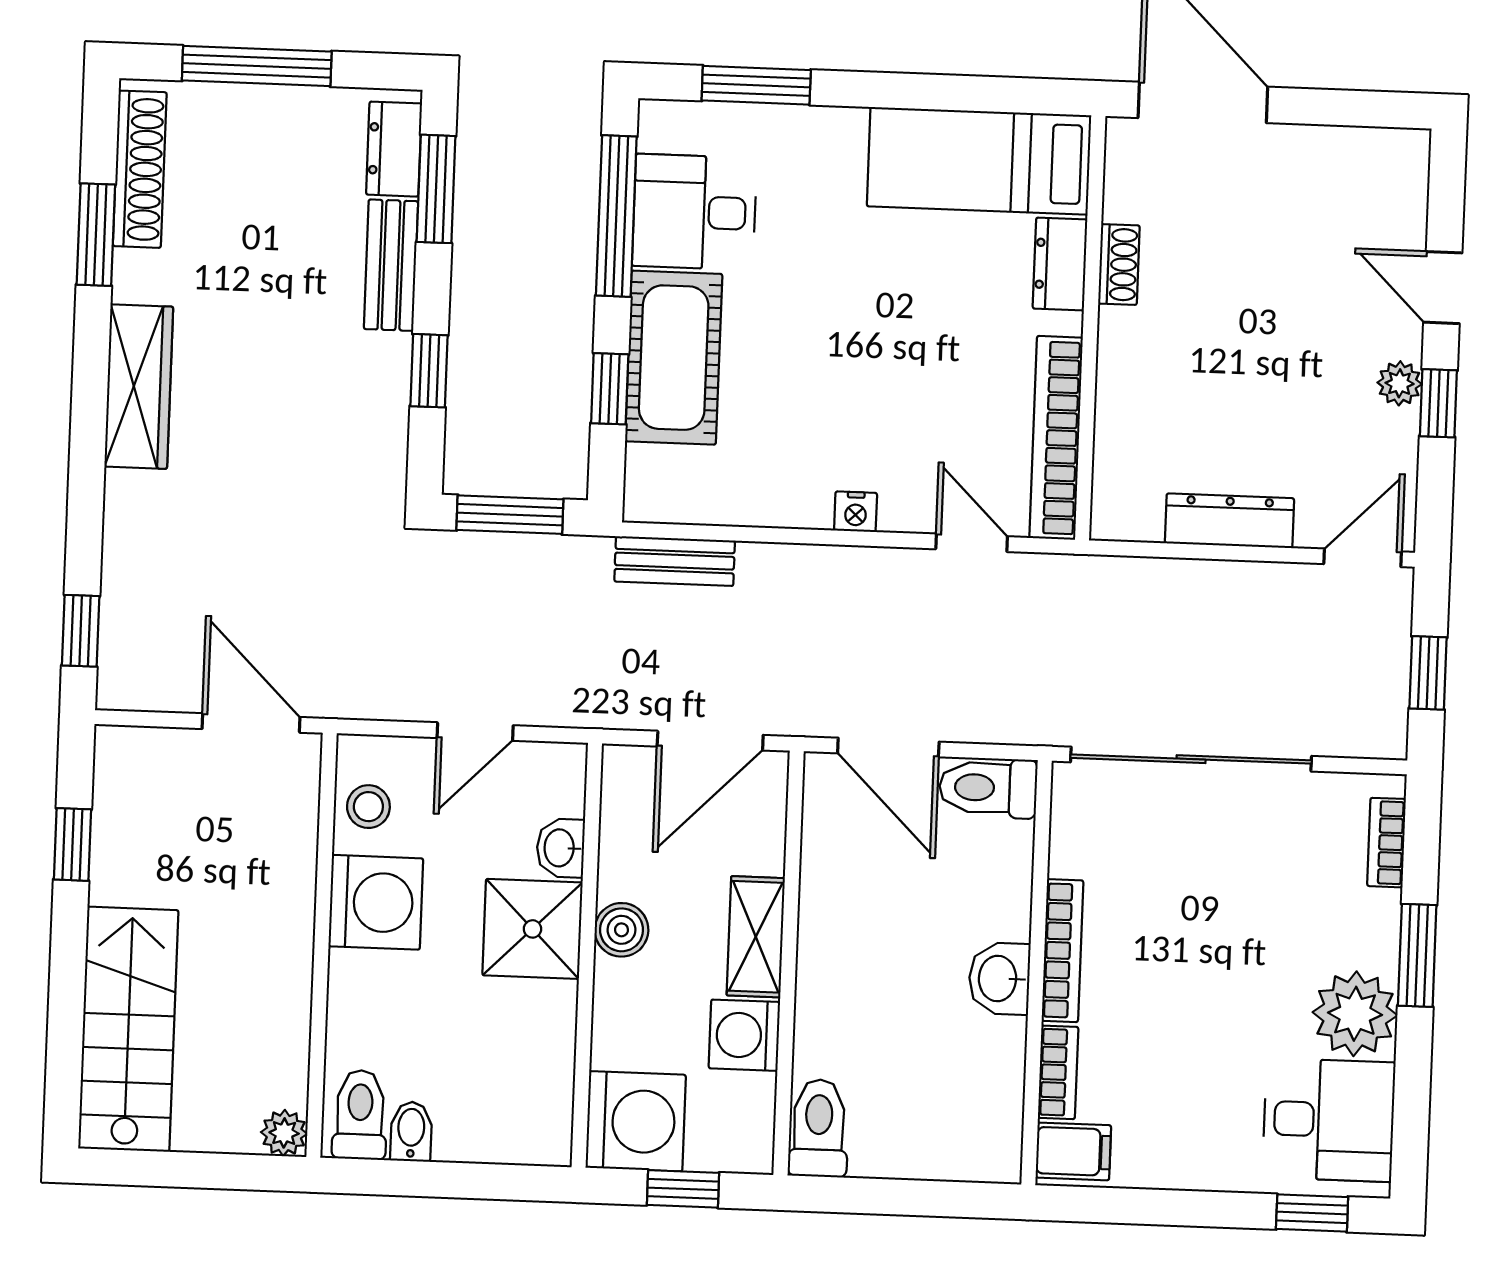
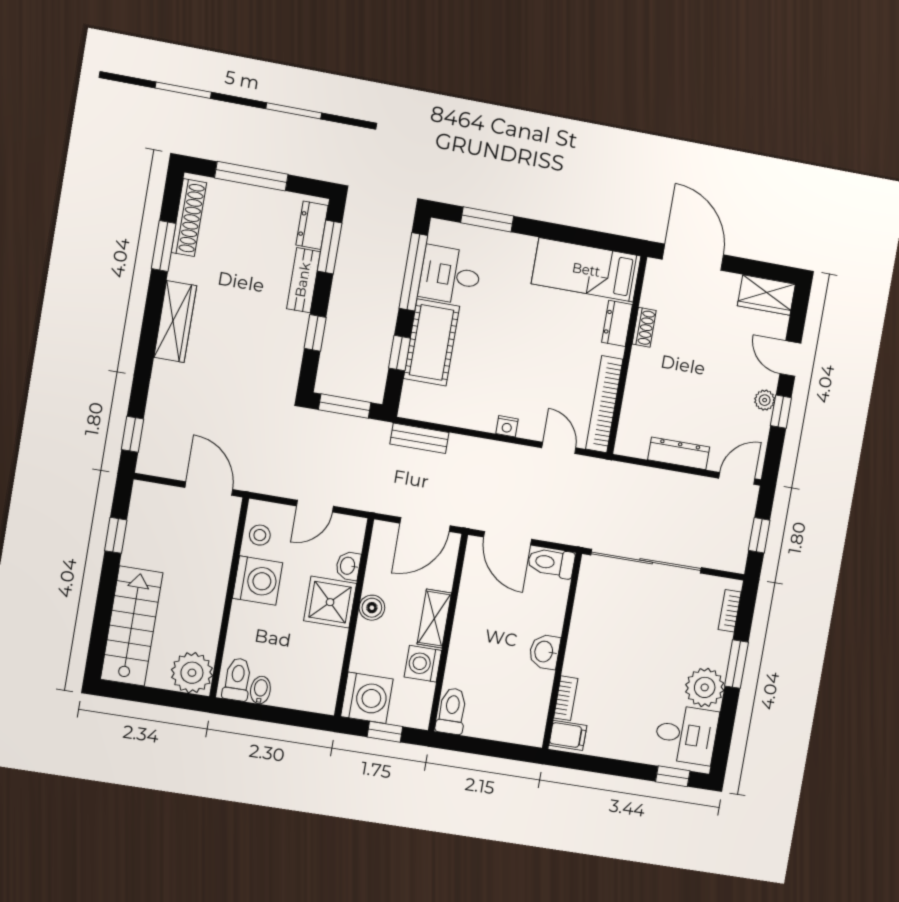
wardrobe: (1372, 160) -> (766, 295), added
bookcase: (1062, 951) -> (575, 642), removed
plant: (284, 1133) -> (192, 673), width x1.88, depth x1.88

